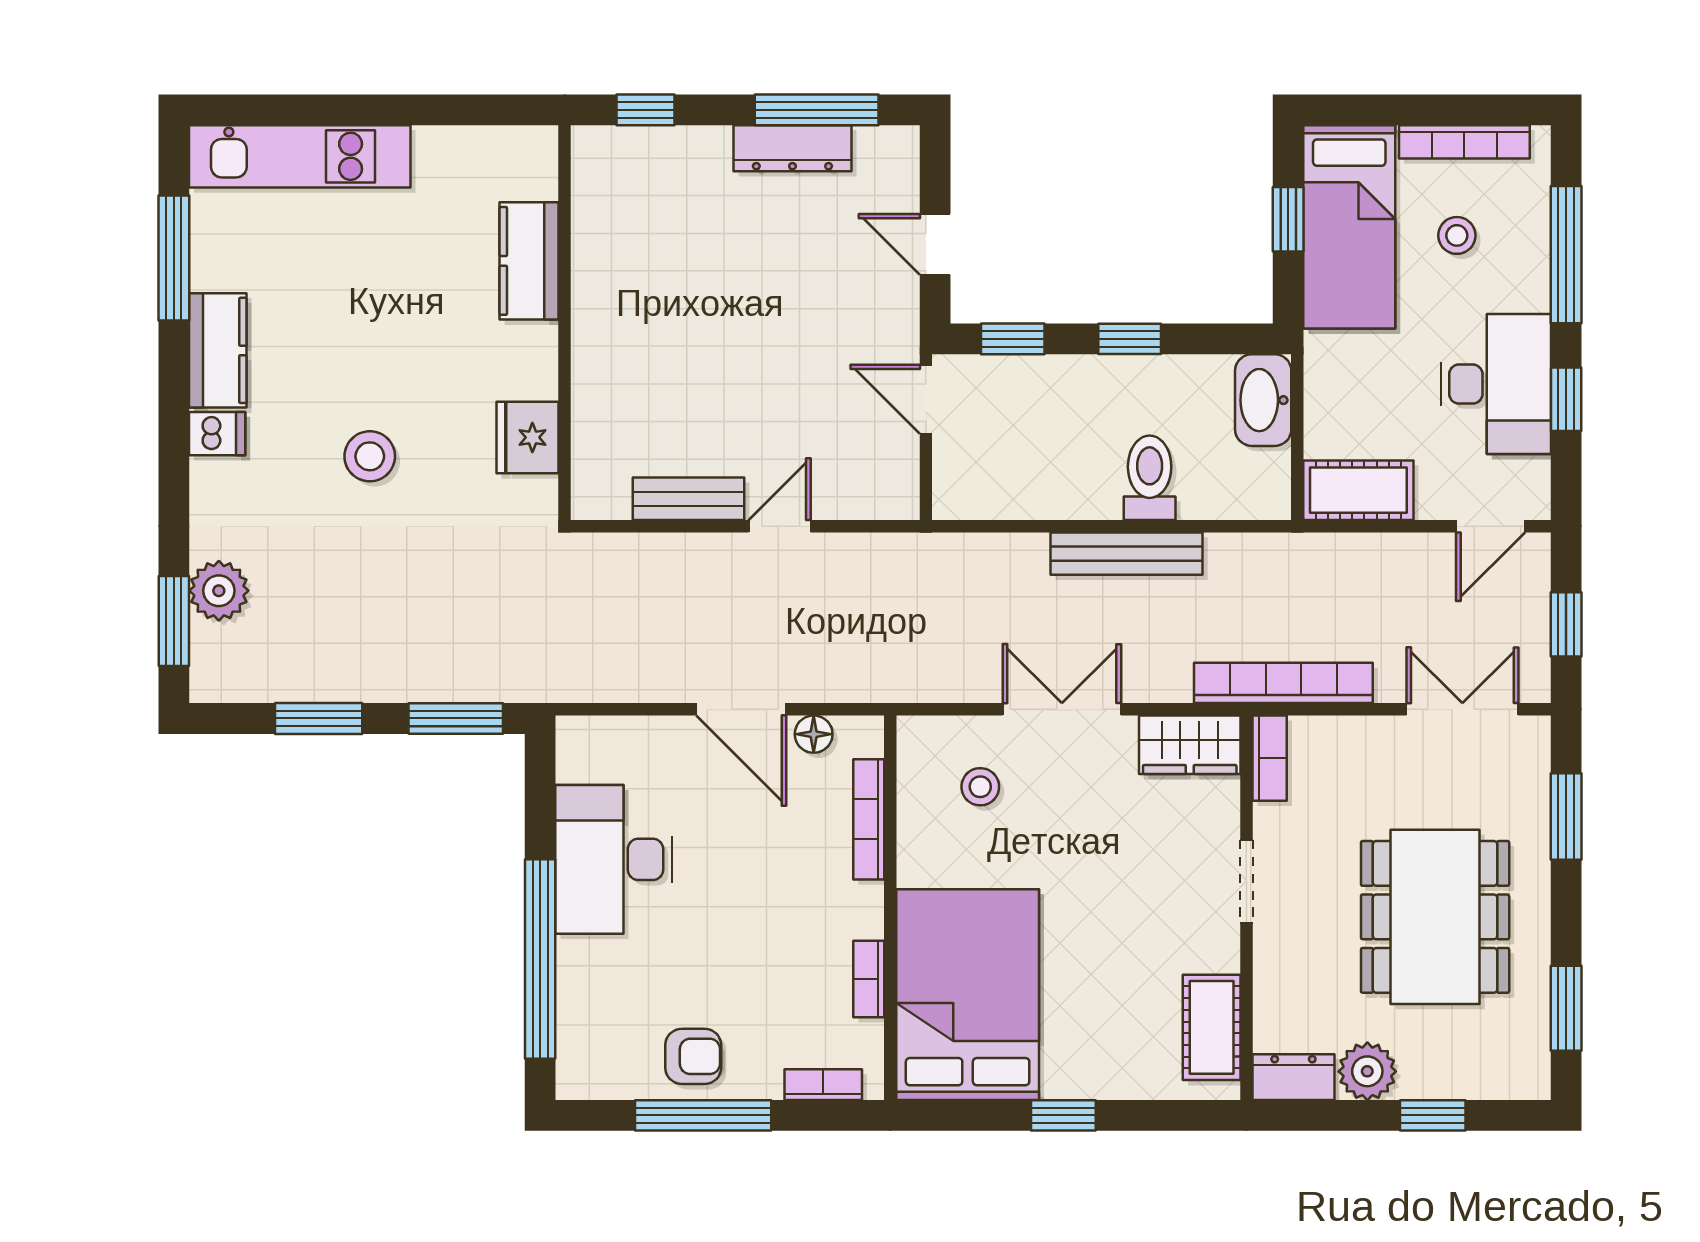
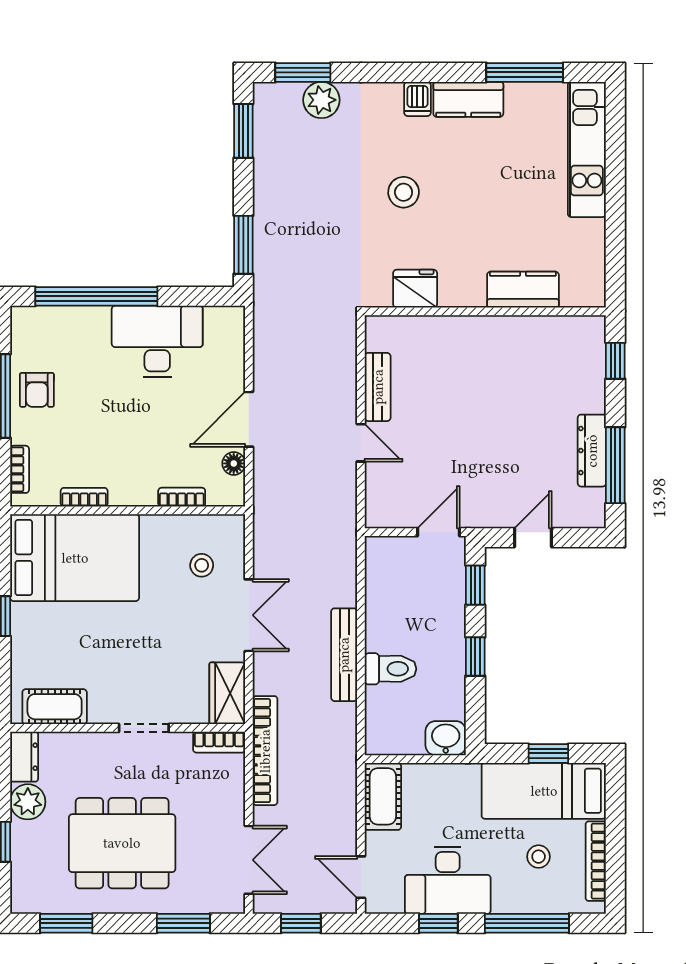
washbasin: (1263, 400) -> (446, 738), width x0.72
window: (319, 718) -> (243, 131), moved
bookcase: (869, 819) -> (182, 497), width x0.64

